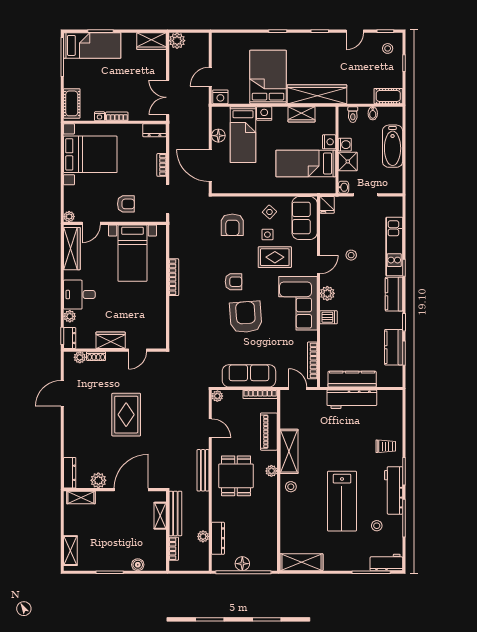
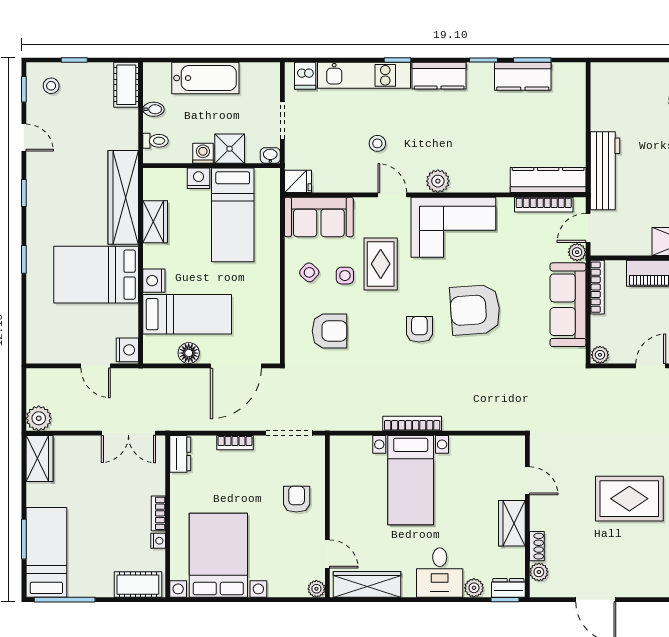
bed with nightstands: (132, 253) -> (411, 480), moved, turned 90
dishwasher: (329, 317) -> (305, 76), moved, turned 180
kitchen counter: (352, 379) -> (548, 180), moved, turned 90
plant: (282, 382) -> (577, 252), added
workbench: (352, 399) -> (605, 171), moved

